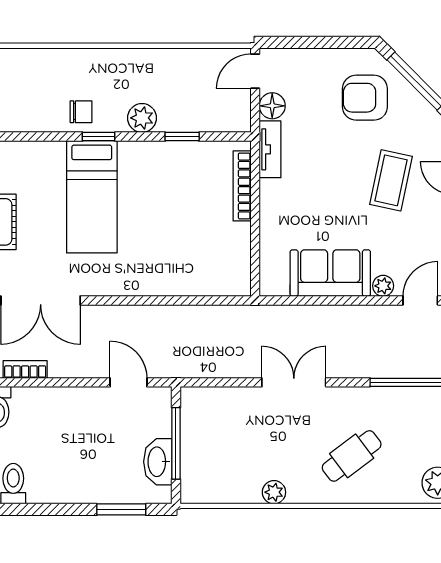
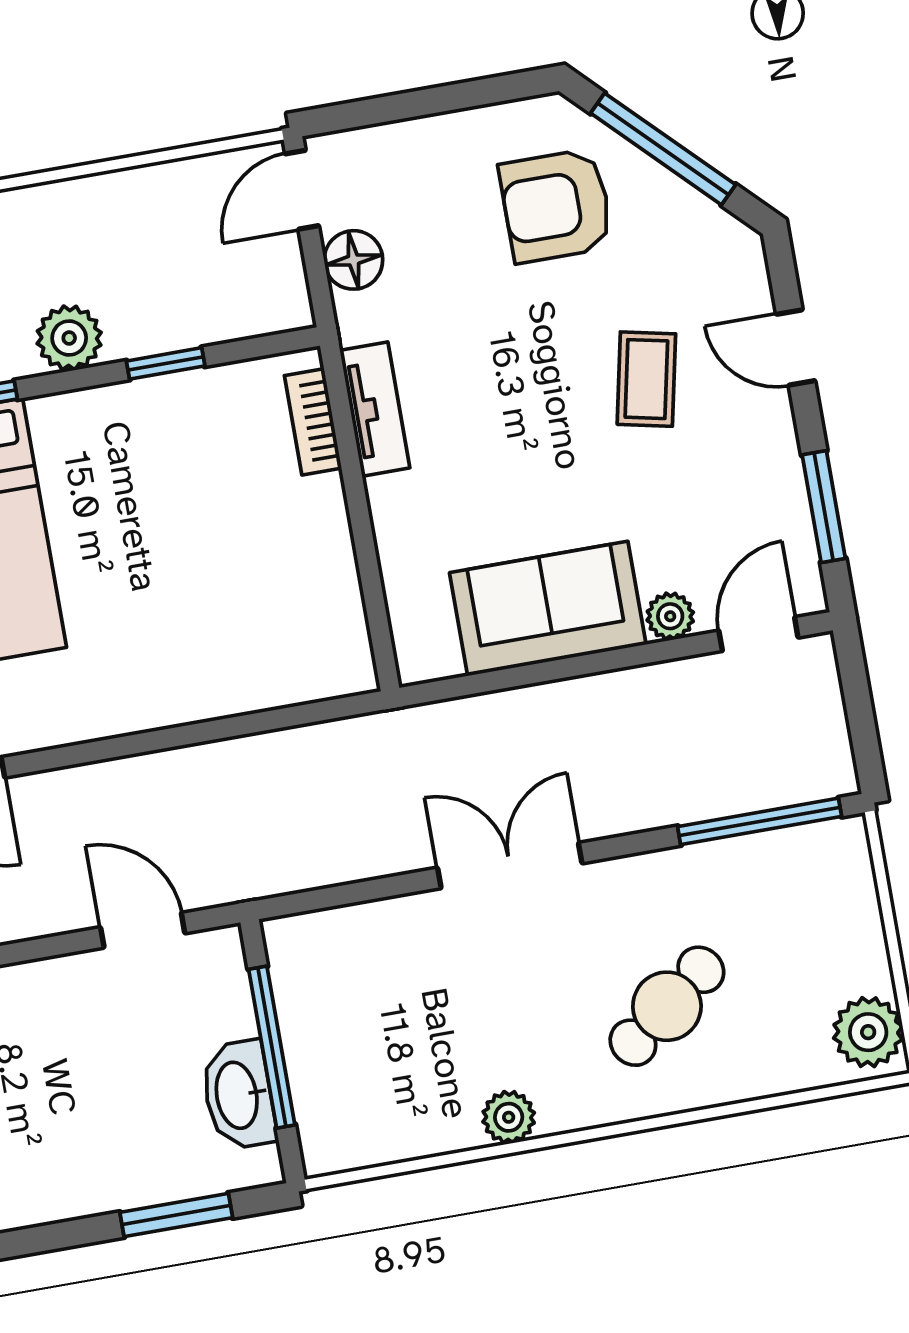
tv unit: (270, 149) -> (375, 409), moved
coffee table: (391, 180) -> (646, 379), width x0.73, depth x0.77
bookcase: (242, 186) -> (313, 422), width x0.64

